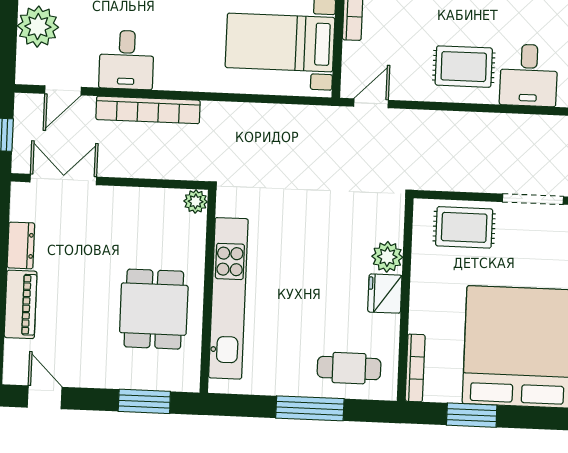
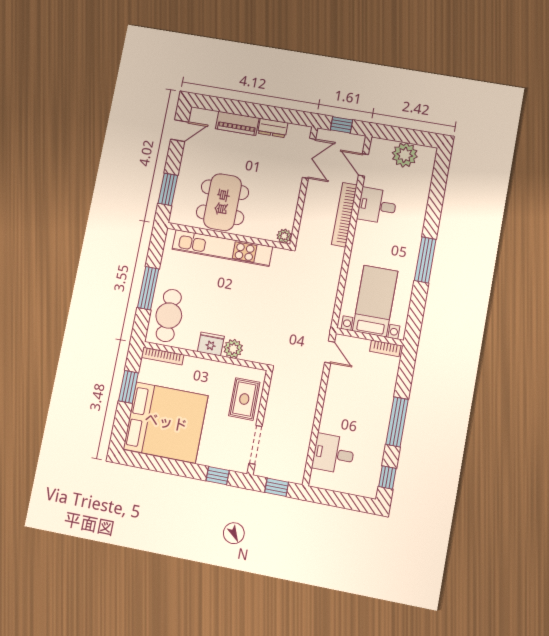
rug: (464, 67) -> (345, 414), removed
dining table: (154, 309) -> (222, 202), width x1.38
cafe table: (349, 368) -> (169, 316), width x1.37, depth x1.35

